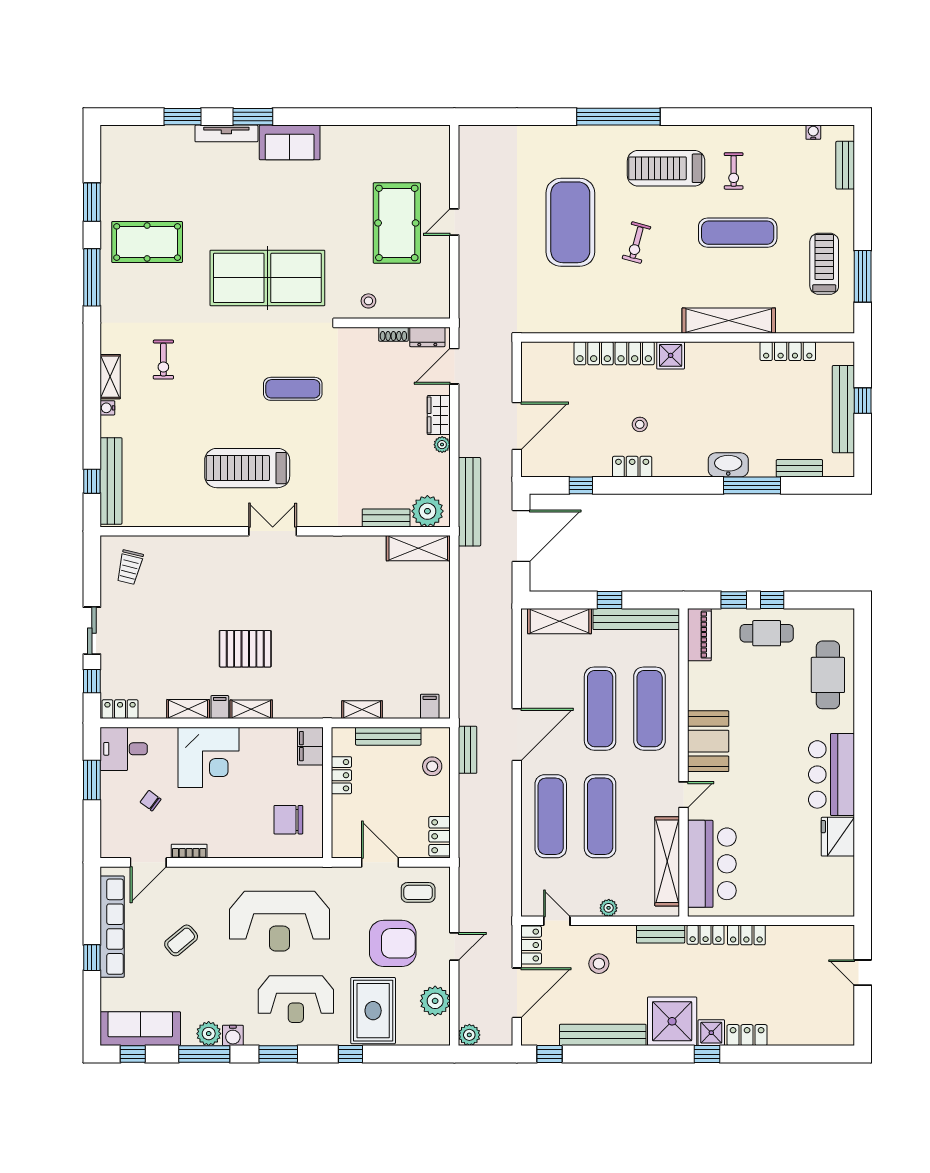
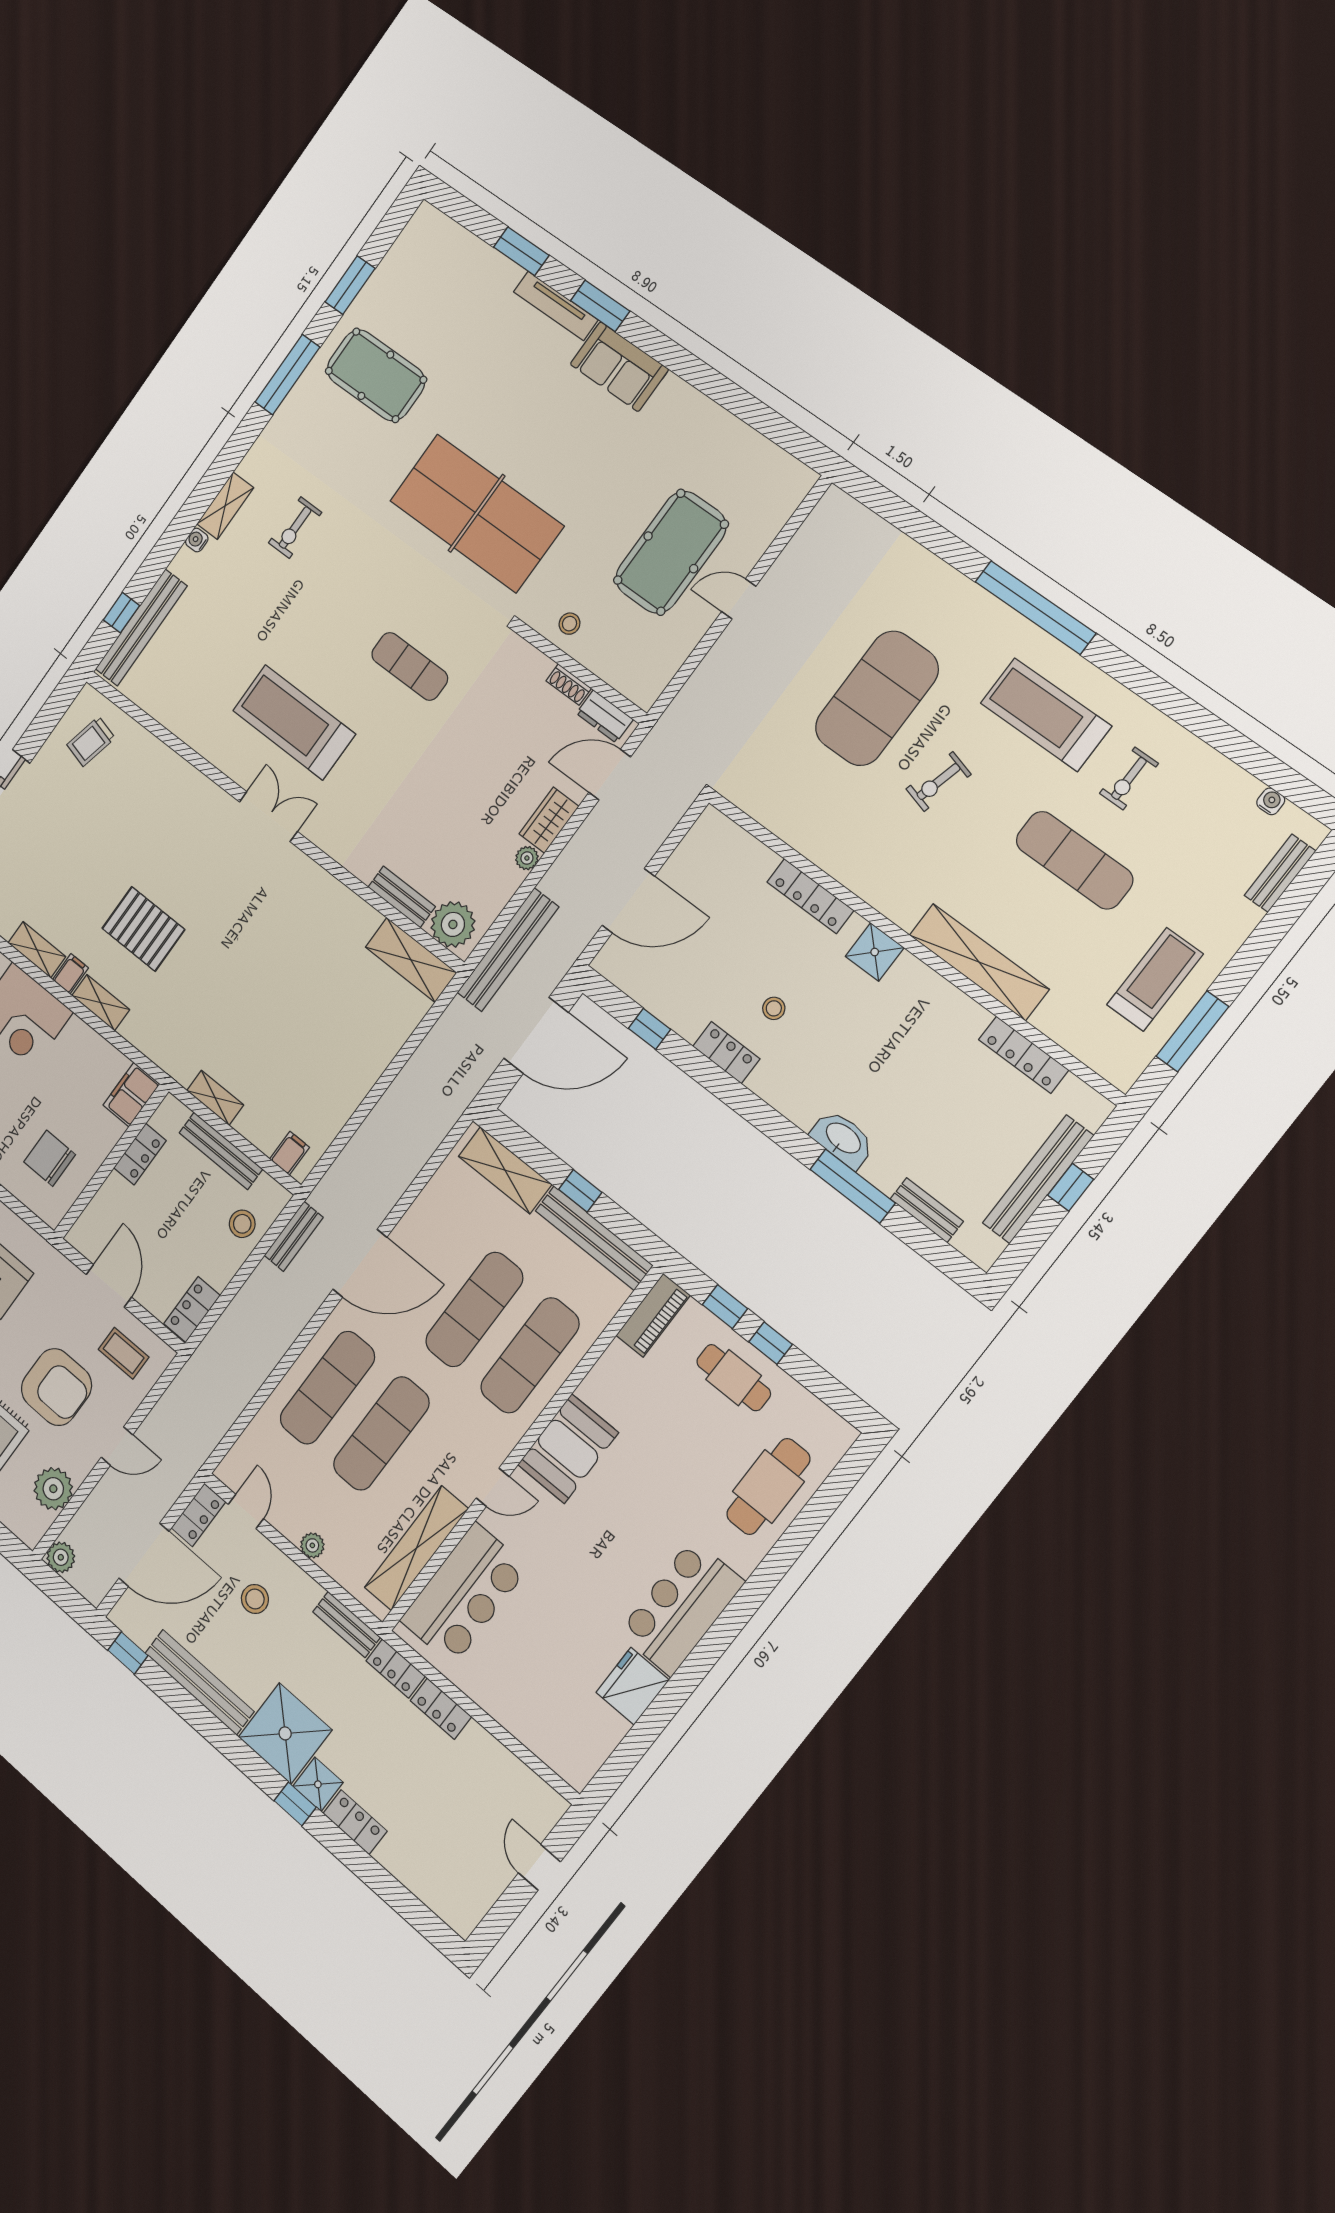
locker: (614, 353) -> (810, 896), width x0.71, depth x0.83

